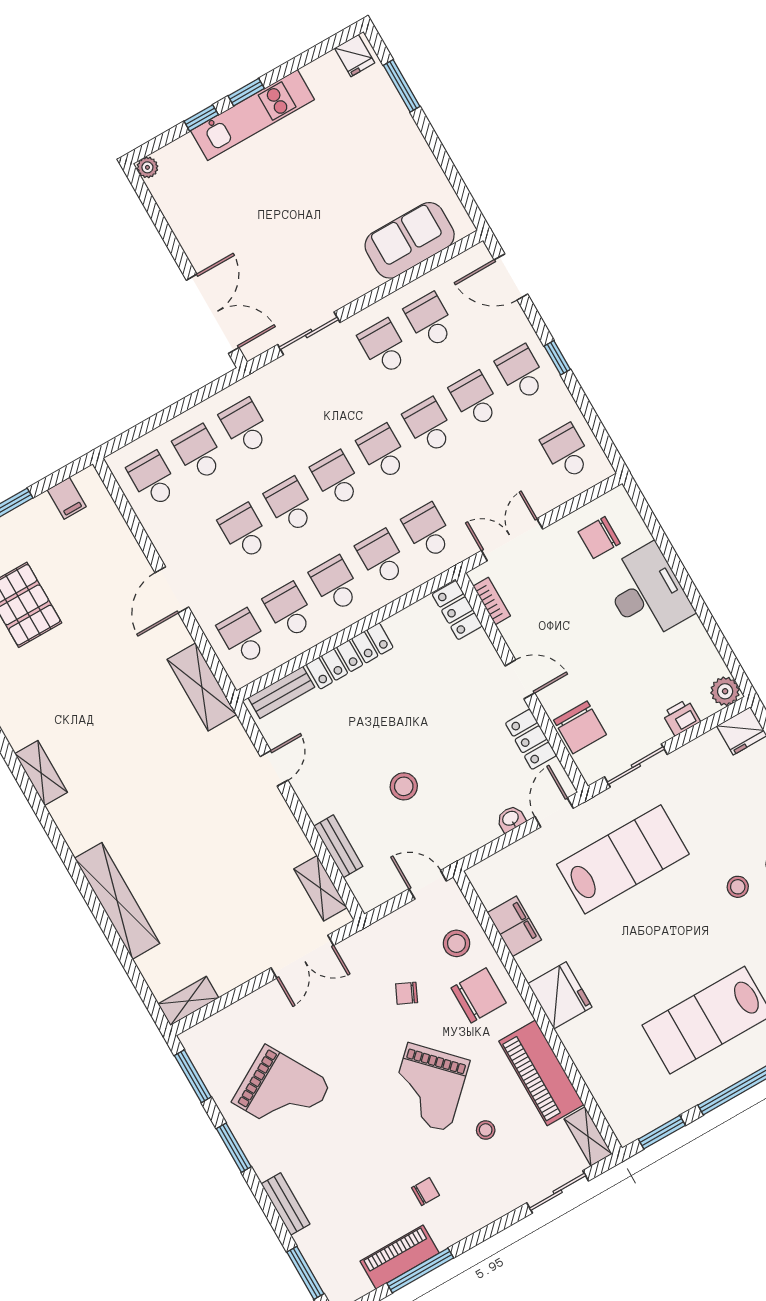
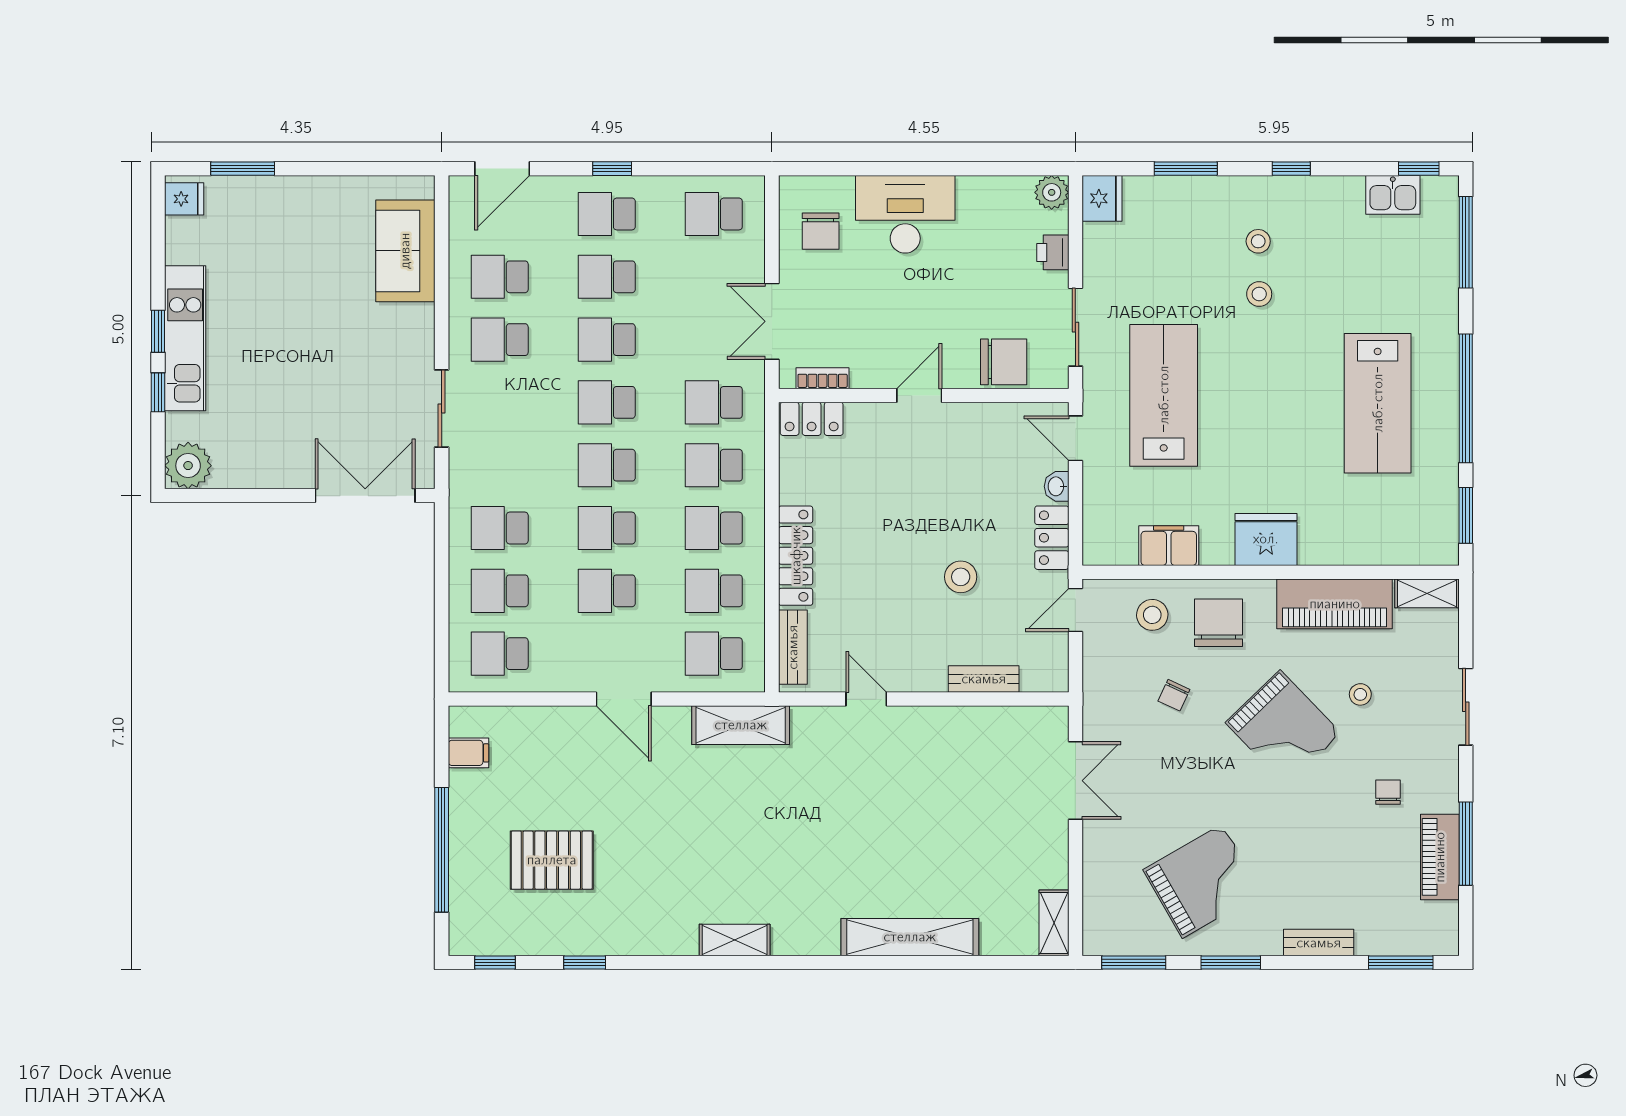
plant: (147, 167) -> (188, 466), width x1.88, depth x1.88
locker: (531, 739) -> (1052, 538), moved, turned 90
shelving: (320, 888) -> (1016, 722), removed
sliding door: (558, 1192) -> (1466, 707), moved

